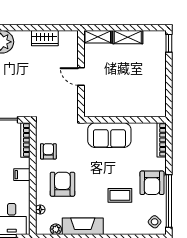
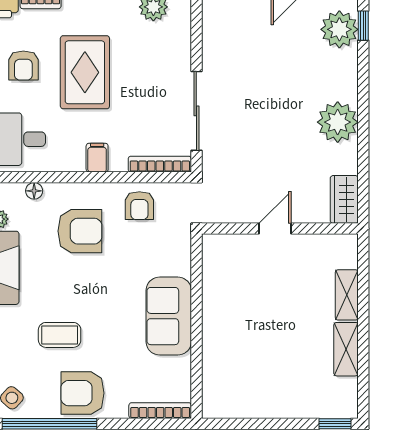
wall: (81, 74) -> (280, 229), moved
door: (81, 76) -> (275, 229), moved
armchair: (48, 151) -> (139, 206), turned 90
coffee table: (120, 195) -> (60, 335), turned 90

